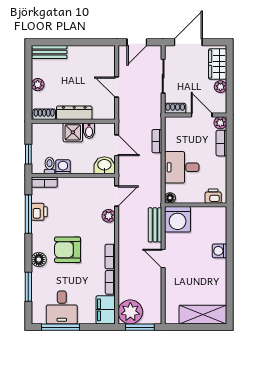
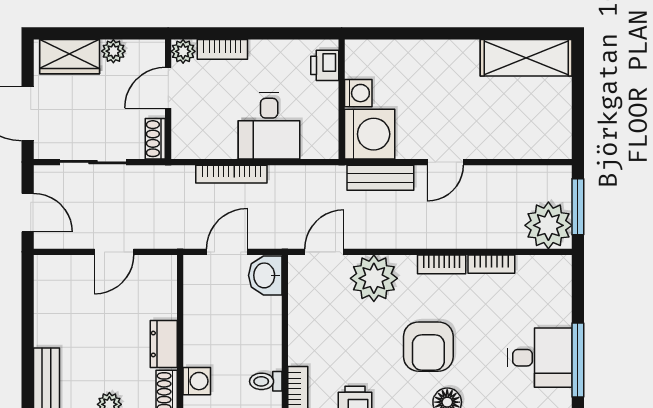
dresser: (74, 113) -> (164, 344), width x0.70
bidet: (89, 131) -> (198, 305), removed
shower: (73, 132) -> (202, 336), removed
bookcase: (157, 141) -> (231, 174), width x1.56
washing machine: (63, 167) -> (197, 381), moved, turned 180
door: (117, 196) -> (324, 252), hinge flipped
floor lamp: (170, 198) -> (328, 149), removed
plant: (109, 216) -> (374, 278), width x1.88, depth x1.88
washing machine: (219, 251) -> (358, 93), moved, turned -90
filing cabinet: (106, 310) -> (544, 273), removed
shelving: (203, 315) -> (526, 58), moved, turned 90

